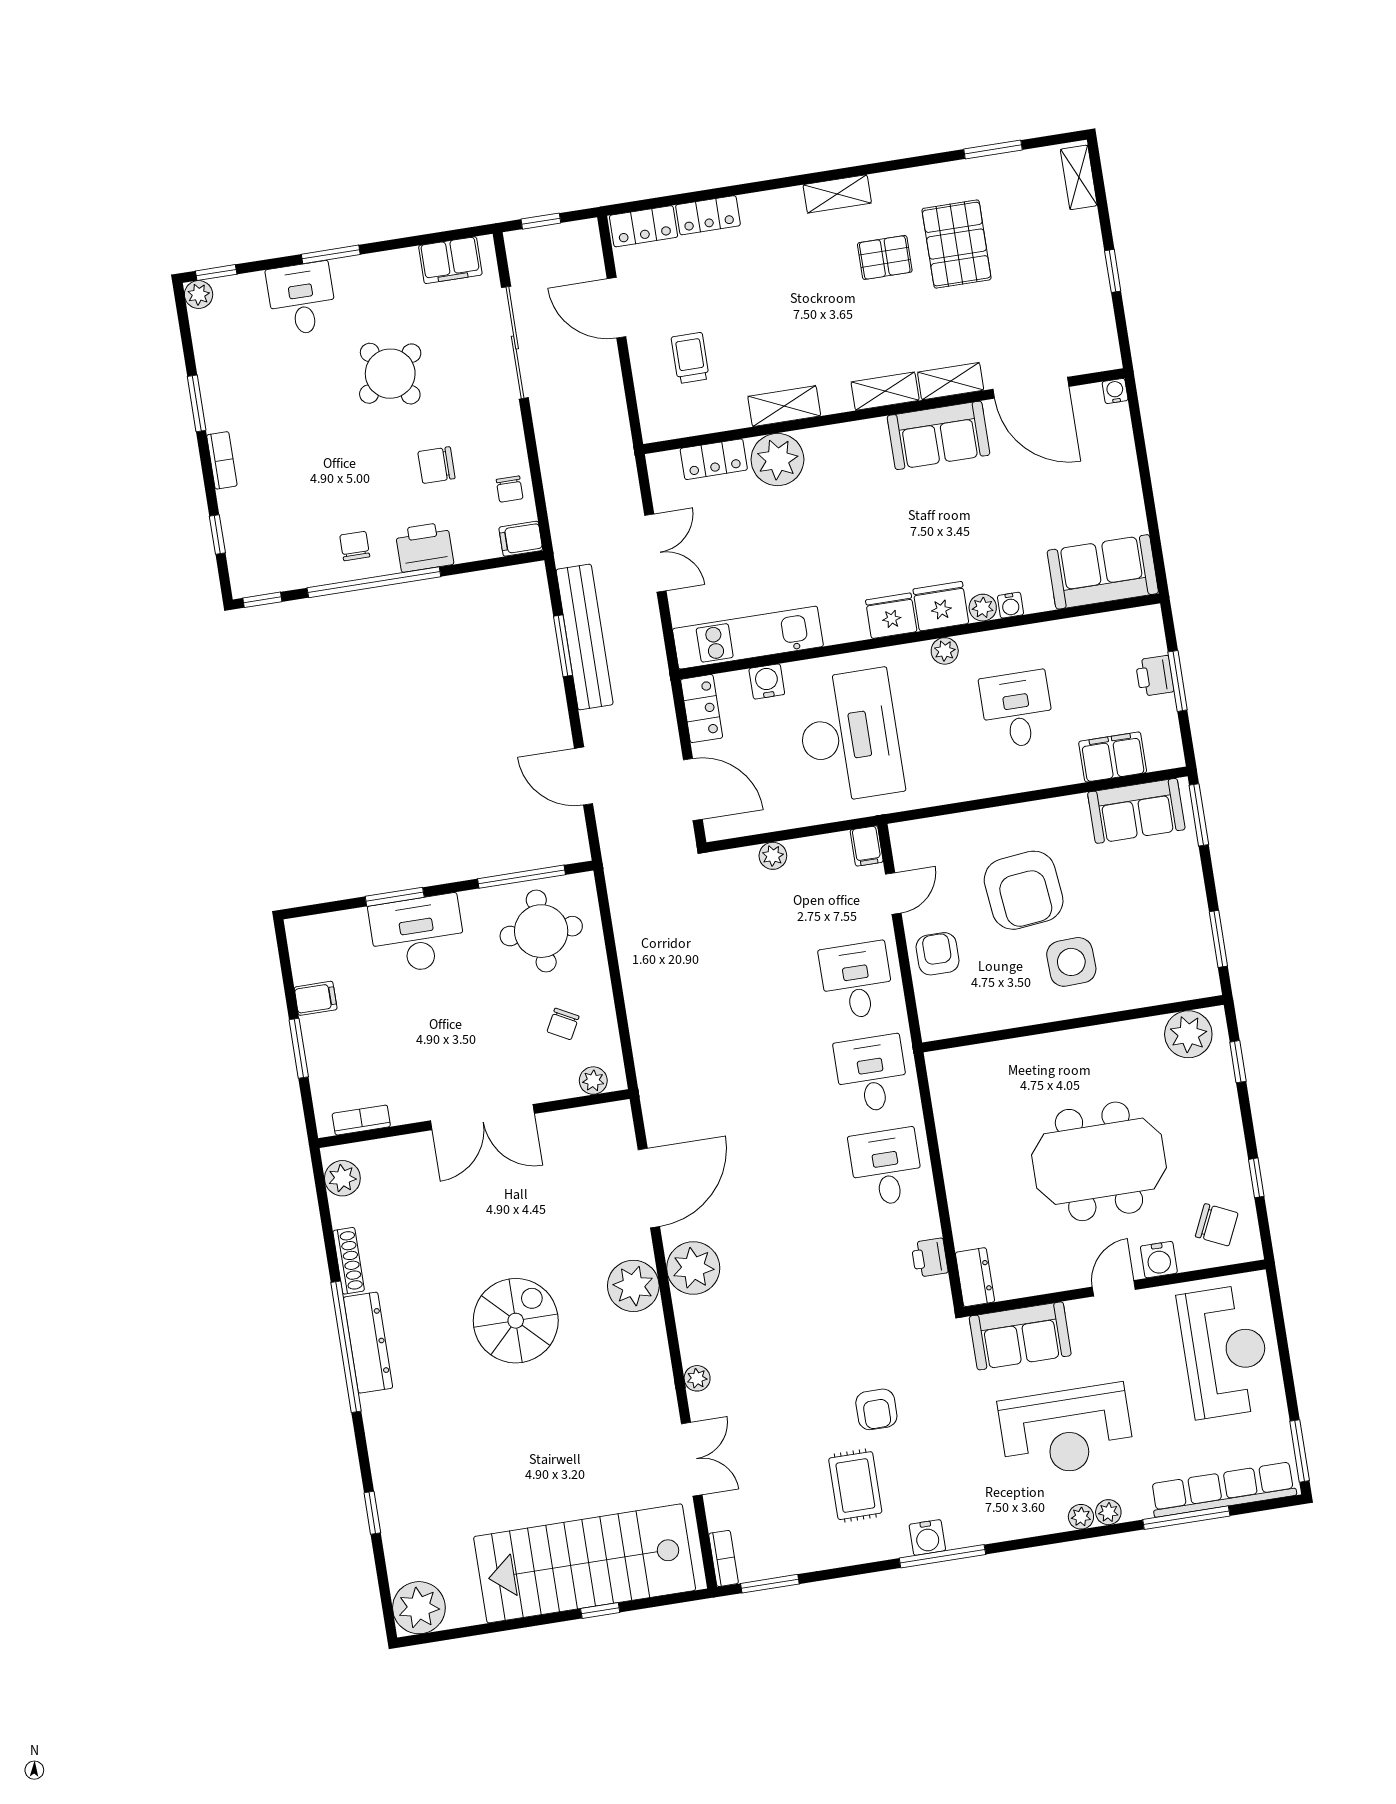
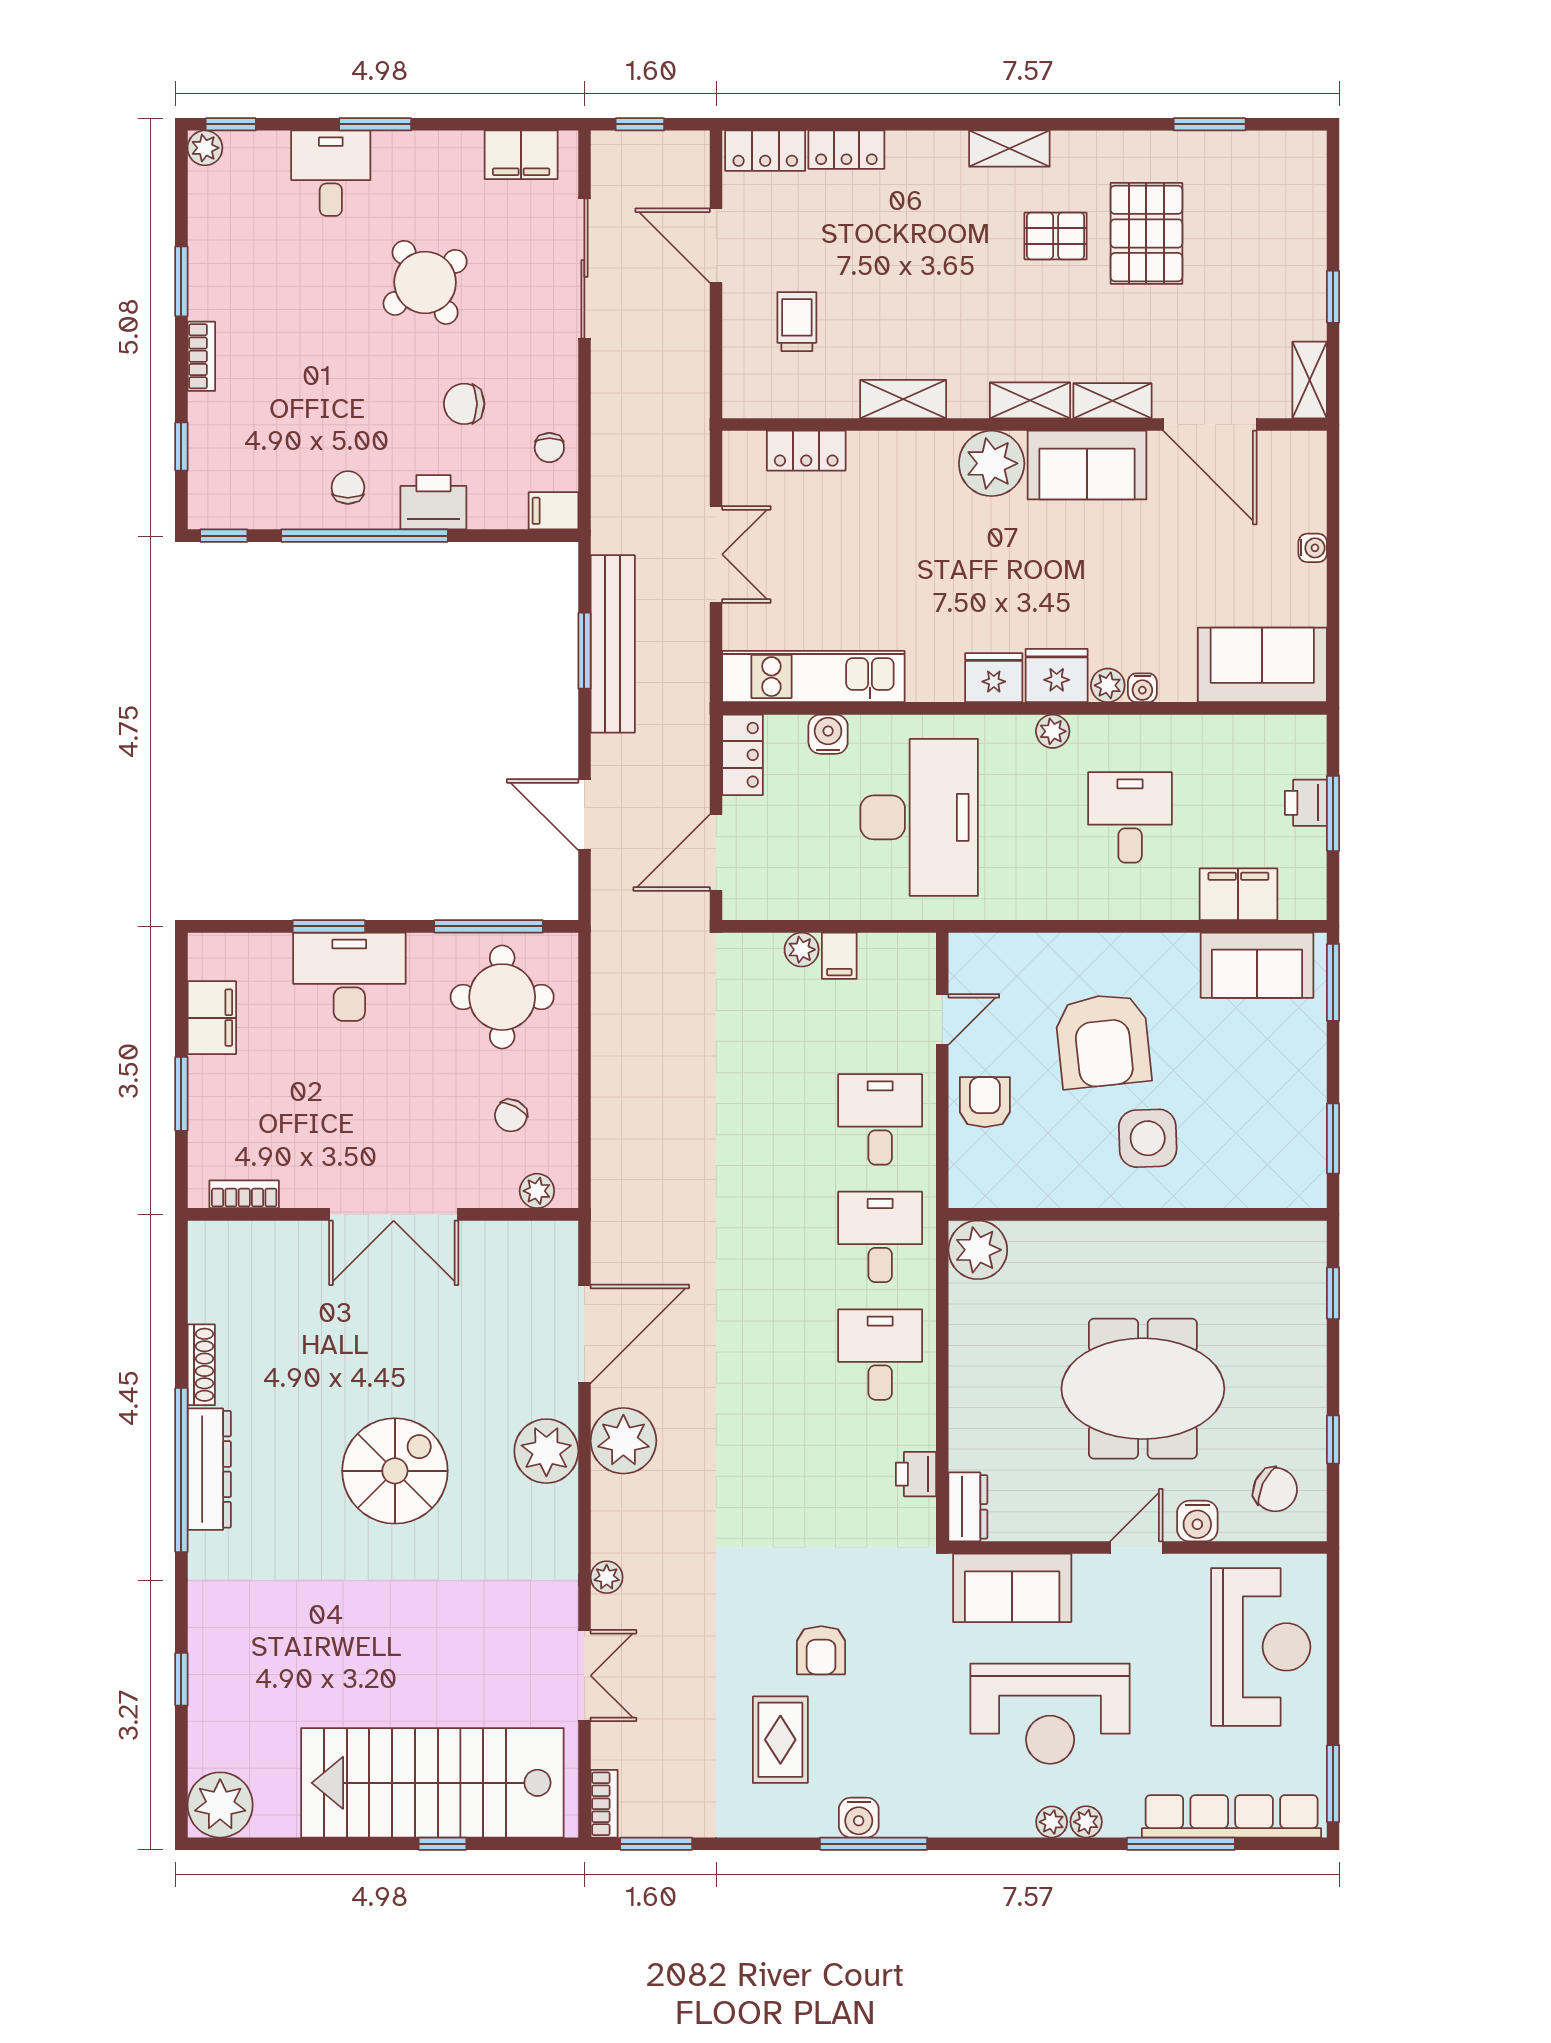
shelving: (1079, 177) -> (1310, 380), moved
water cooler: (1115, 391) -> (1313, 548), moved, turned 90
plant: (777, 460) -> (992, 463), moved
door: (693, 790) -> (716, 853), swing flipped
filing cabinet: (867, 846) -> (839, 956), moved
filing cabinet: (316, 998) -> (212, 1018), width x2.00
plant: (1188, 1034) -> (978, 1250), moved
plant: (342, 1178) -> (210, 1262), removed

